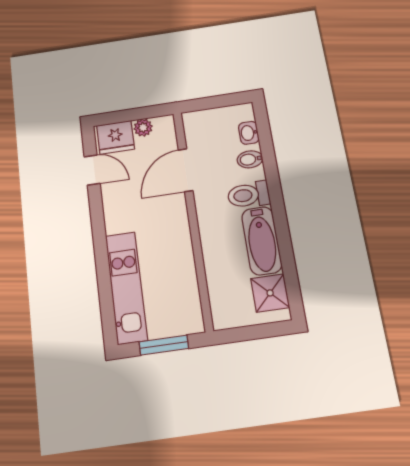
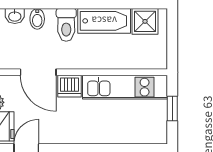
dishwasher: (174, 210) -> (69, 86), added
kitchen unit: (126, 287) -> (125, 87), moved, turned 180
window: (164, 345) -> (172, 109), width x0.67

